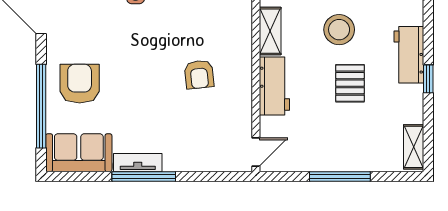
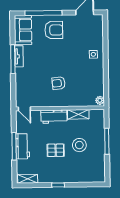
workbench: (409, 55) -> (23, 146), moved, turned 90

